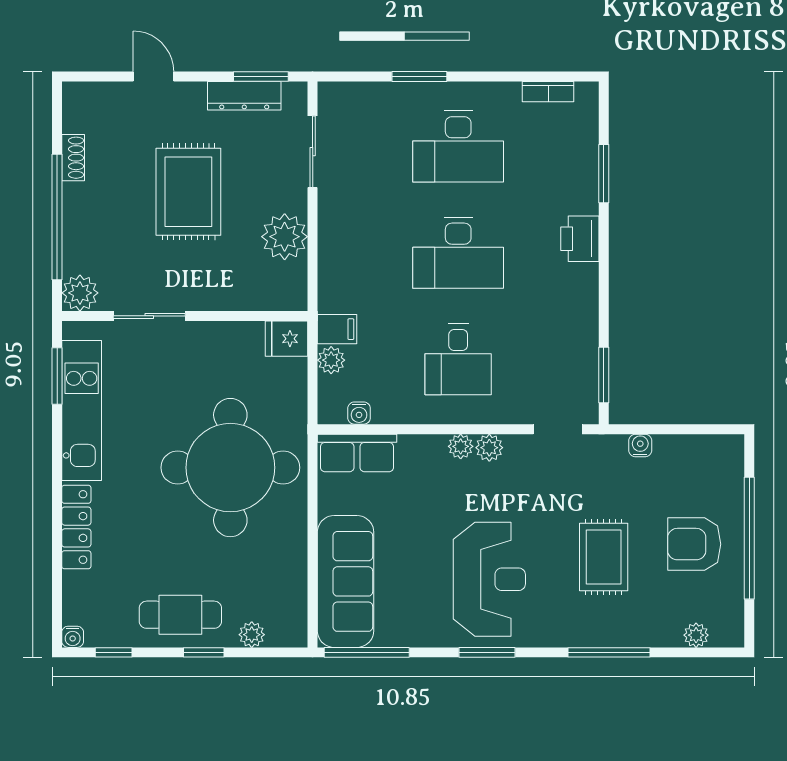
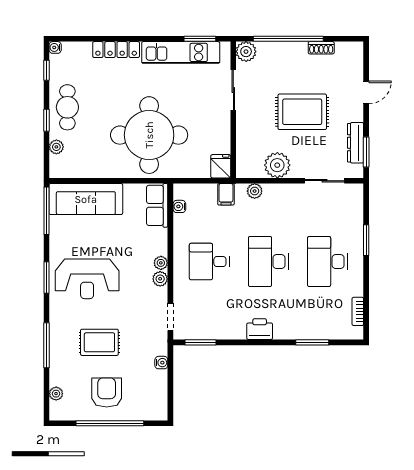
printer: (580, 239) -> (260, 329), moved
plant: (331, 360) -> (255, 191), moved

